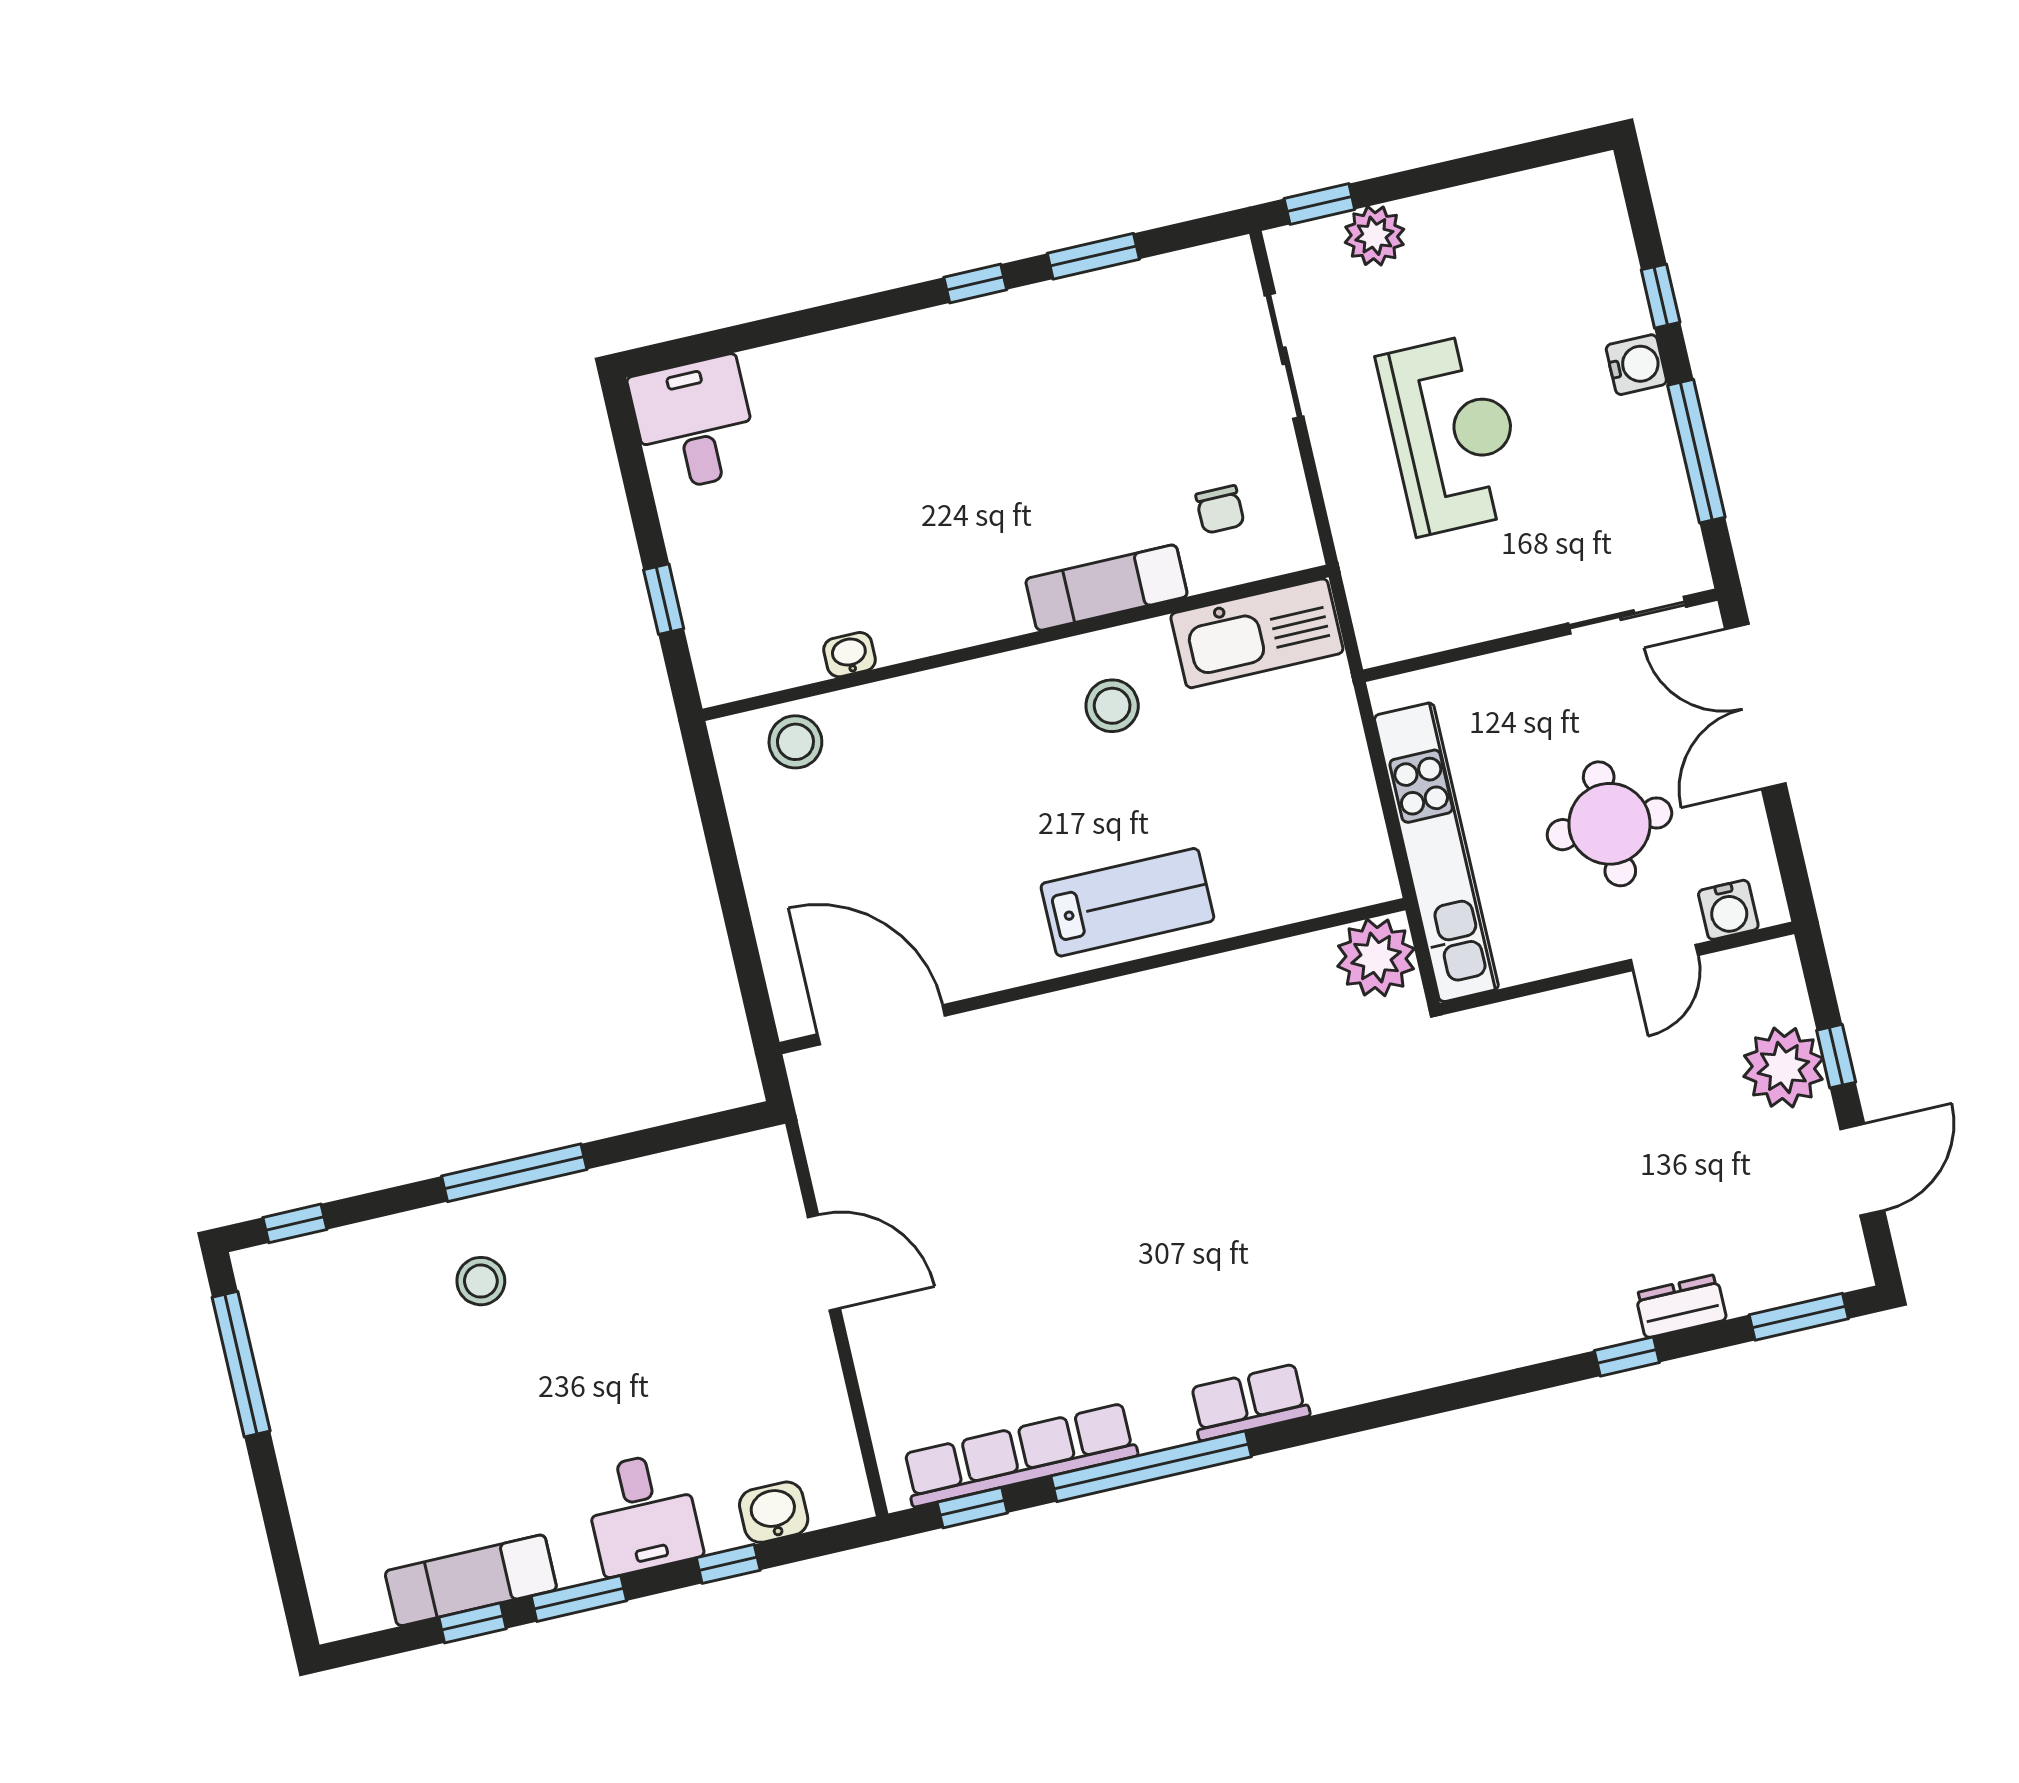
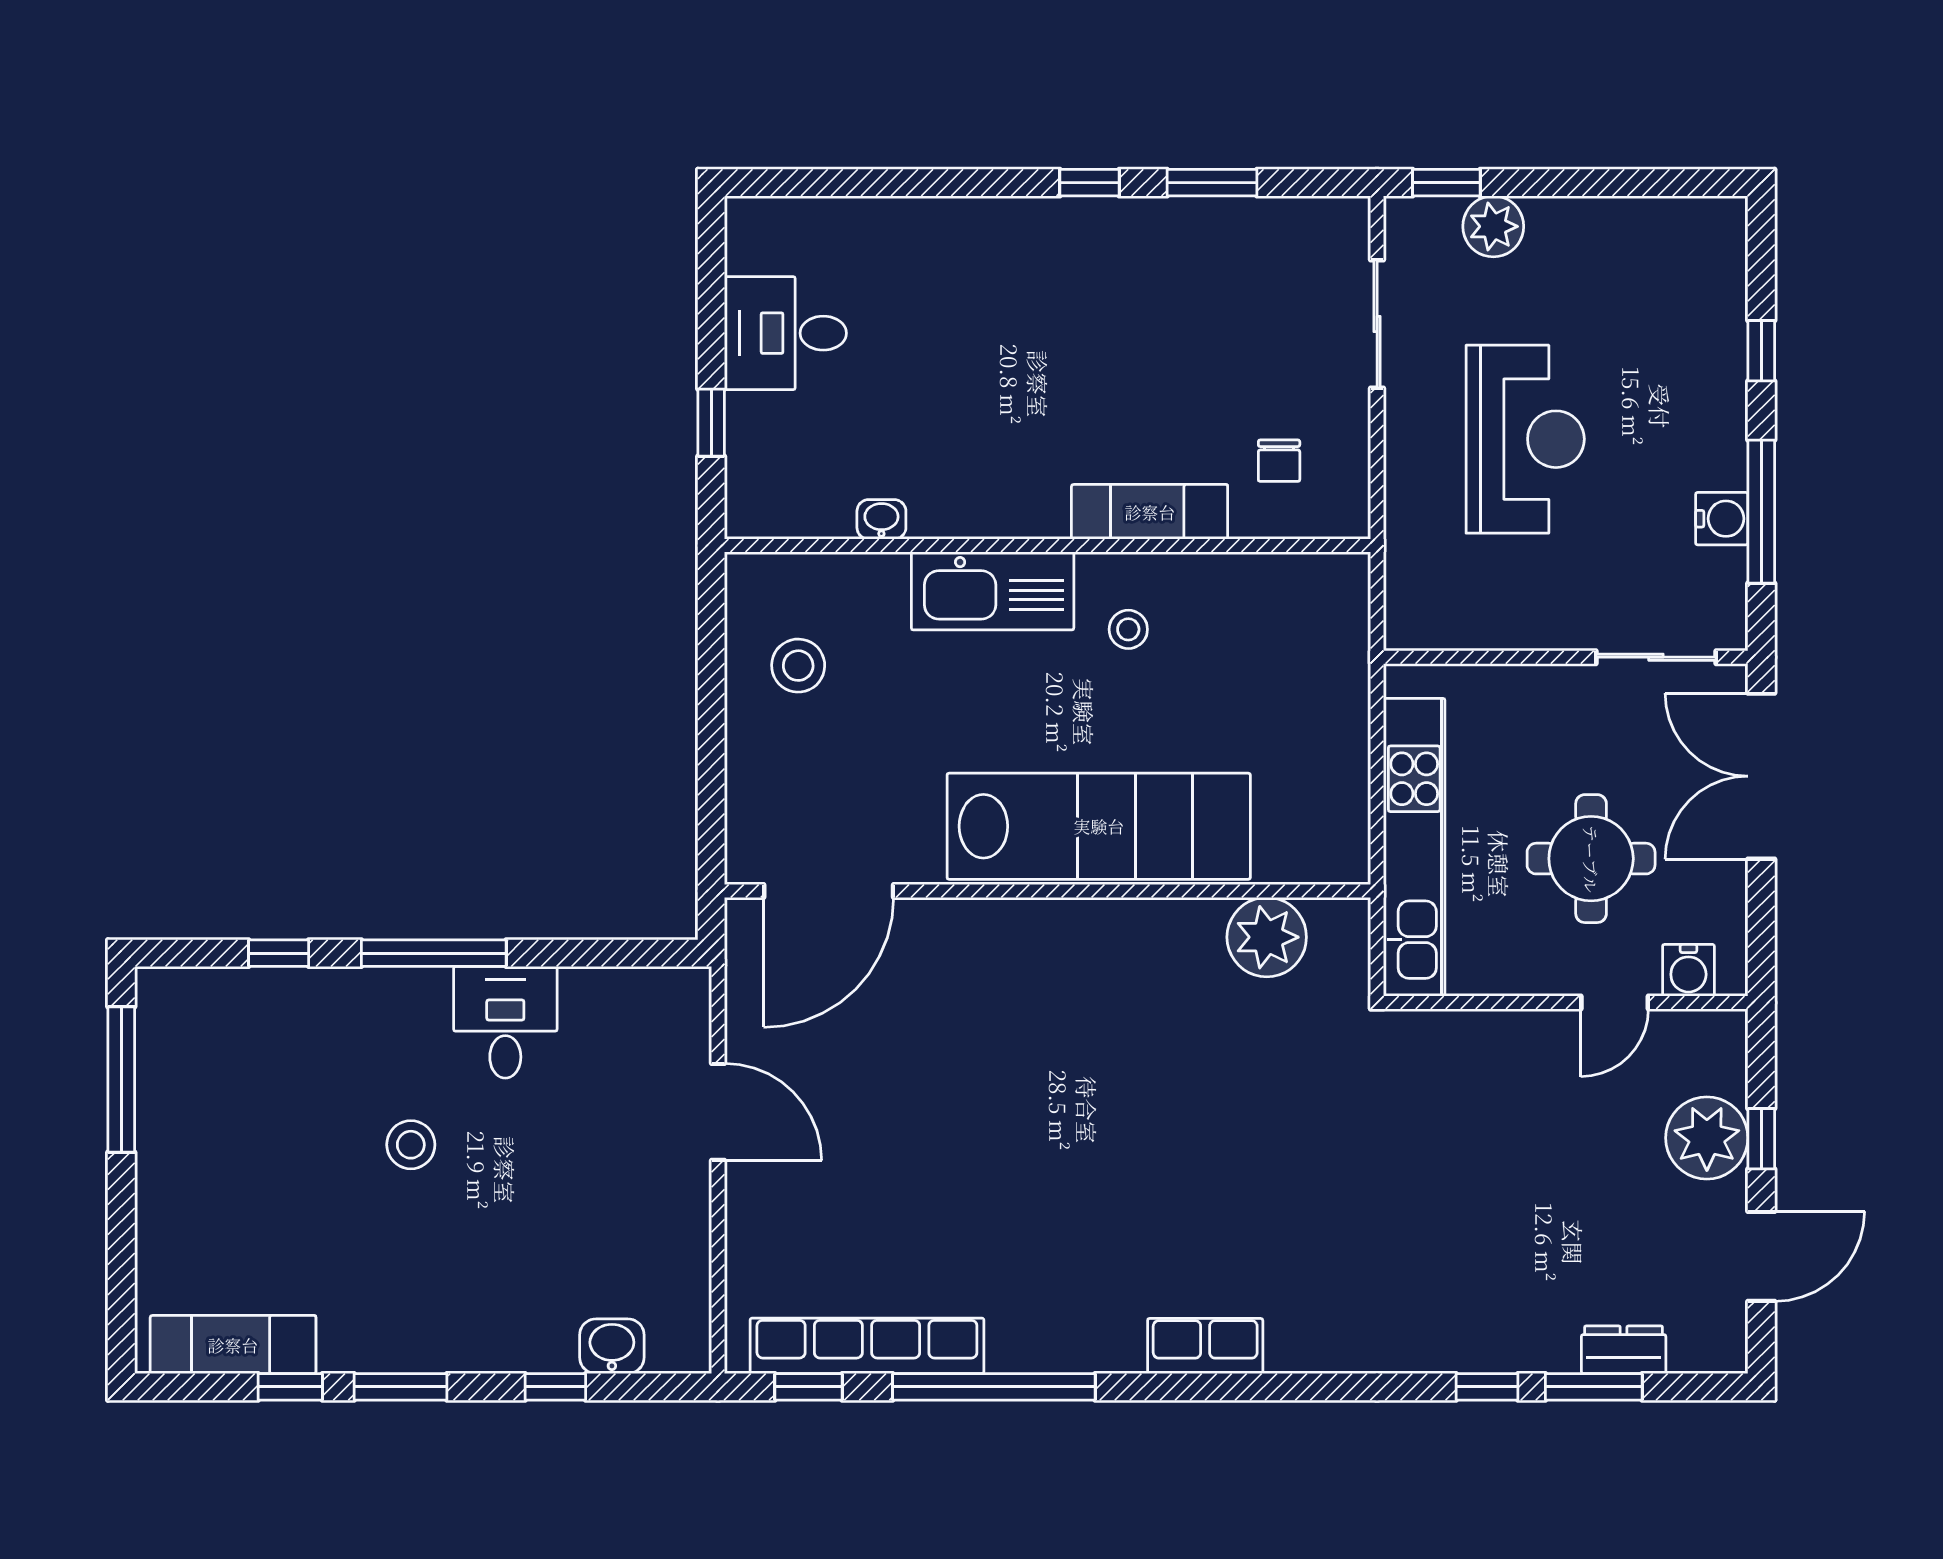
water cooler: (1636, 365) -> (1722, 519), moved
desk: (694, 424) -> (785, 333), moved, turned -90
kitchen sink: (1257, 633) -> (993, 591), moved
stool: (1112, 706) -> (1128, 629), width x0.73, depth x0.73
stool: (795, 742) -> (798, 666), moved
lab bench: (1127, 902) -> (1099, 826), width x1.86, depth x1.39
plant: (1376, 957) -> (1267, 937), moved
door: (881, 1025) -> (829, 891), swing flipped
window: (295, 1223) -> (279, 953), moved
stool: (481, 1281) -> (411, 1145), moved
dresser: (1681, 1306) -> (1624, 1350), moved
window: (1799, 1317) -> (1594, 1387), moved
row of seats: (1249, 1402) -> (1205, 1346), moved
desk: (643, 1513) -> (505, 1022), moved, turned 180
exam couch: (471, 1580) -> (233, 1345), moved

